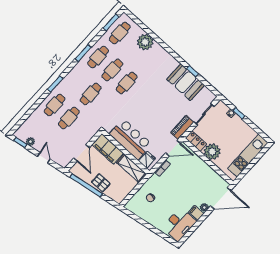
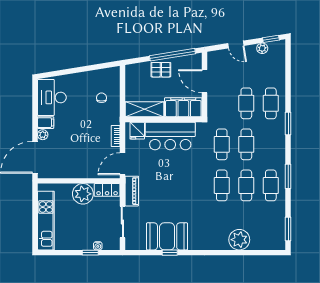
cafe table: (120, 33) -> (222, 144), moved

